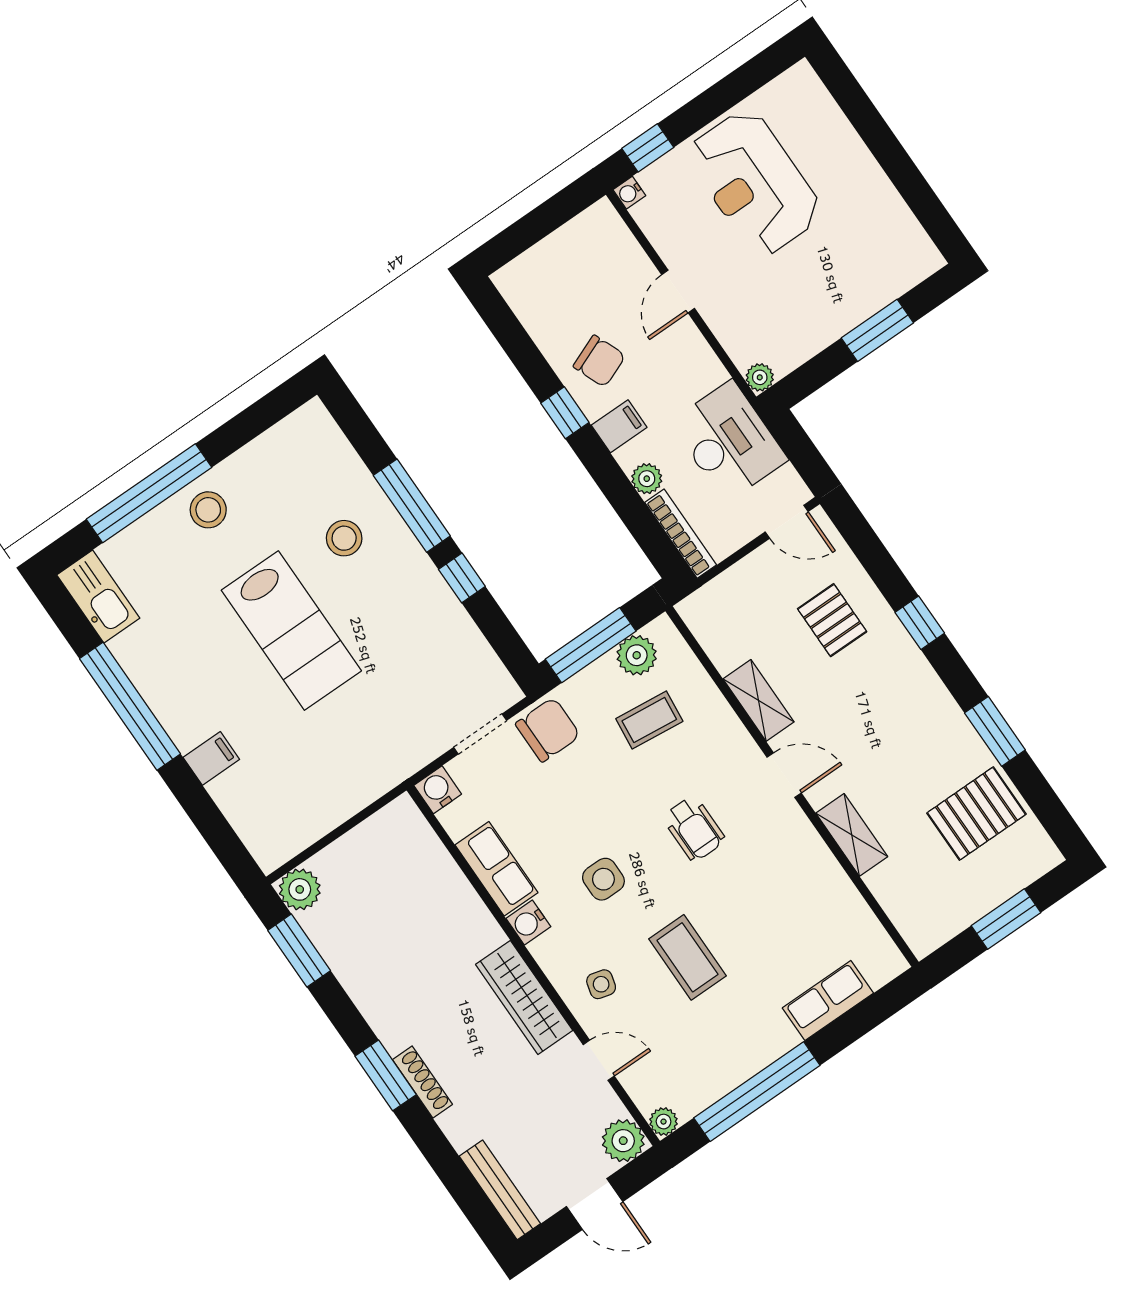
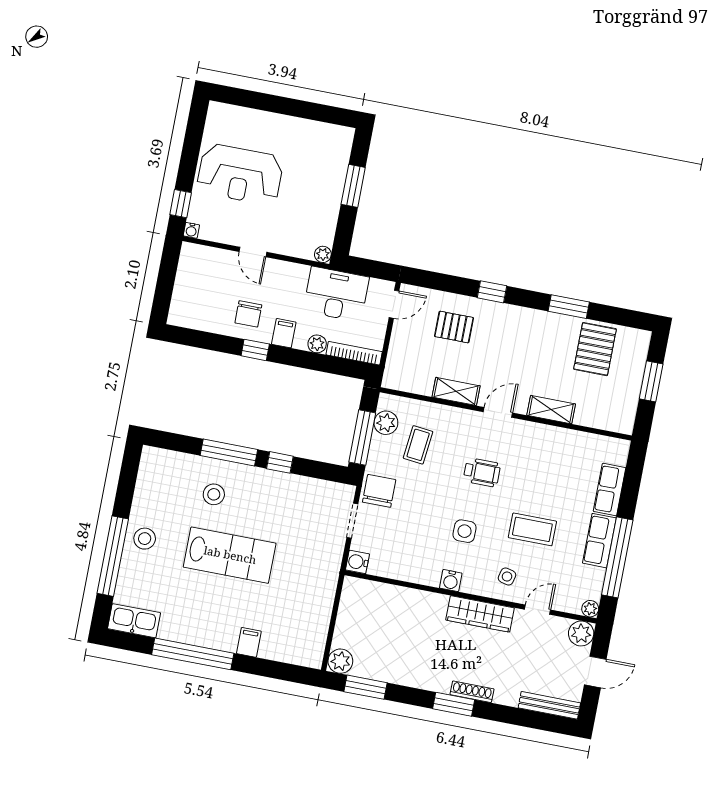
chair: (599, 361) -> (248, 314), turned 112
row of seats: (497, 869) -> (599, 541), moved, turned -90

